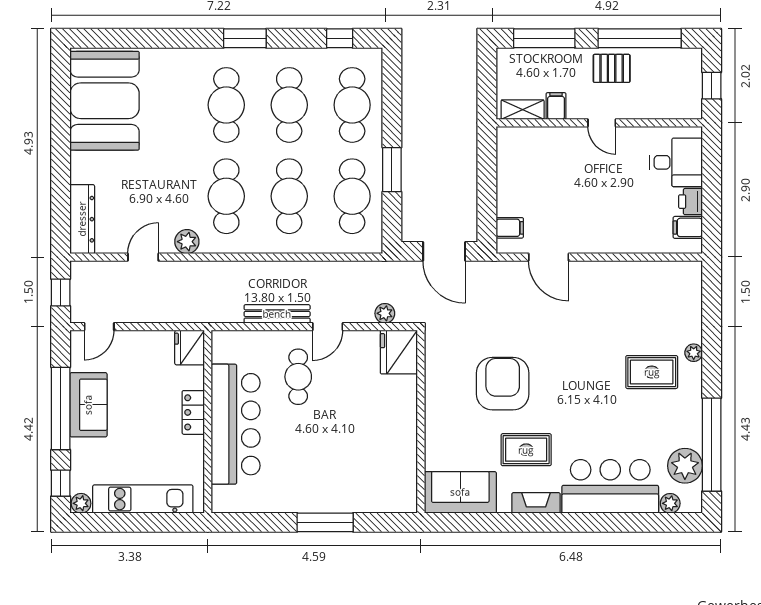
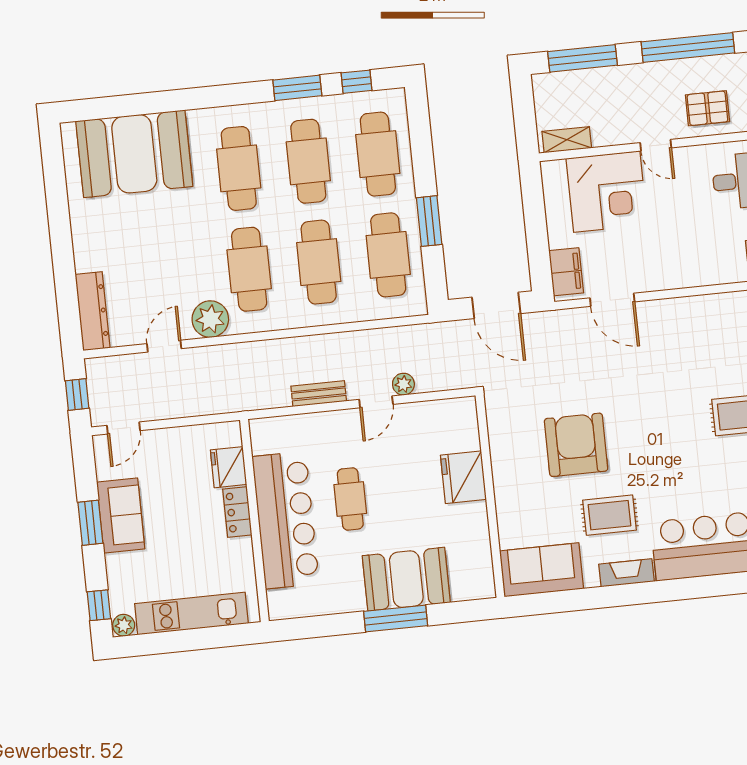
window: (245, 38) -> (297, 88), moved
pallet: (612, 68) -> (707, 108), moved
booth: (105, 101) -> (134, 154), moved, turned 90
filing cabinet: (556, 106) -> (603, 132), removed
corner desk: (554, 160) -> (607, 192), added
filing cabinet: (510, 228) -> (566, 272), width x2.00
plant: (187, 242) -> (210, 319), width x1.36, depth x1.36
plant: (385, 313) -> (403, 384), moved
bench: (277, 314) -> (319, 394), width x0.73
fridge: (190, 348) -> (229, 467), moved
fridge: (399, 352) -> (463, 477), moved
cafe table: (298, 377) -> (350, 499), moved
window: (61, 408) -> (90, 523), width x0.47
booth: (338, 488) -> (406, 579), added

